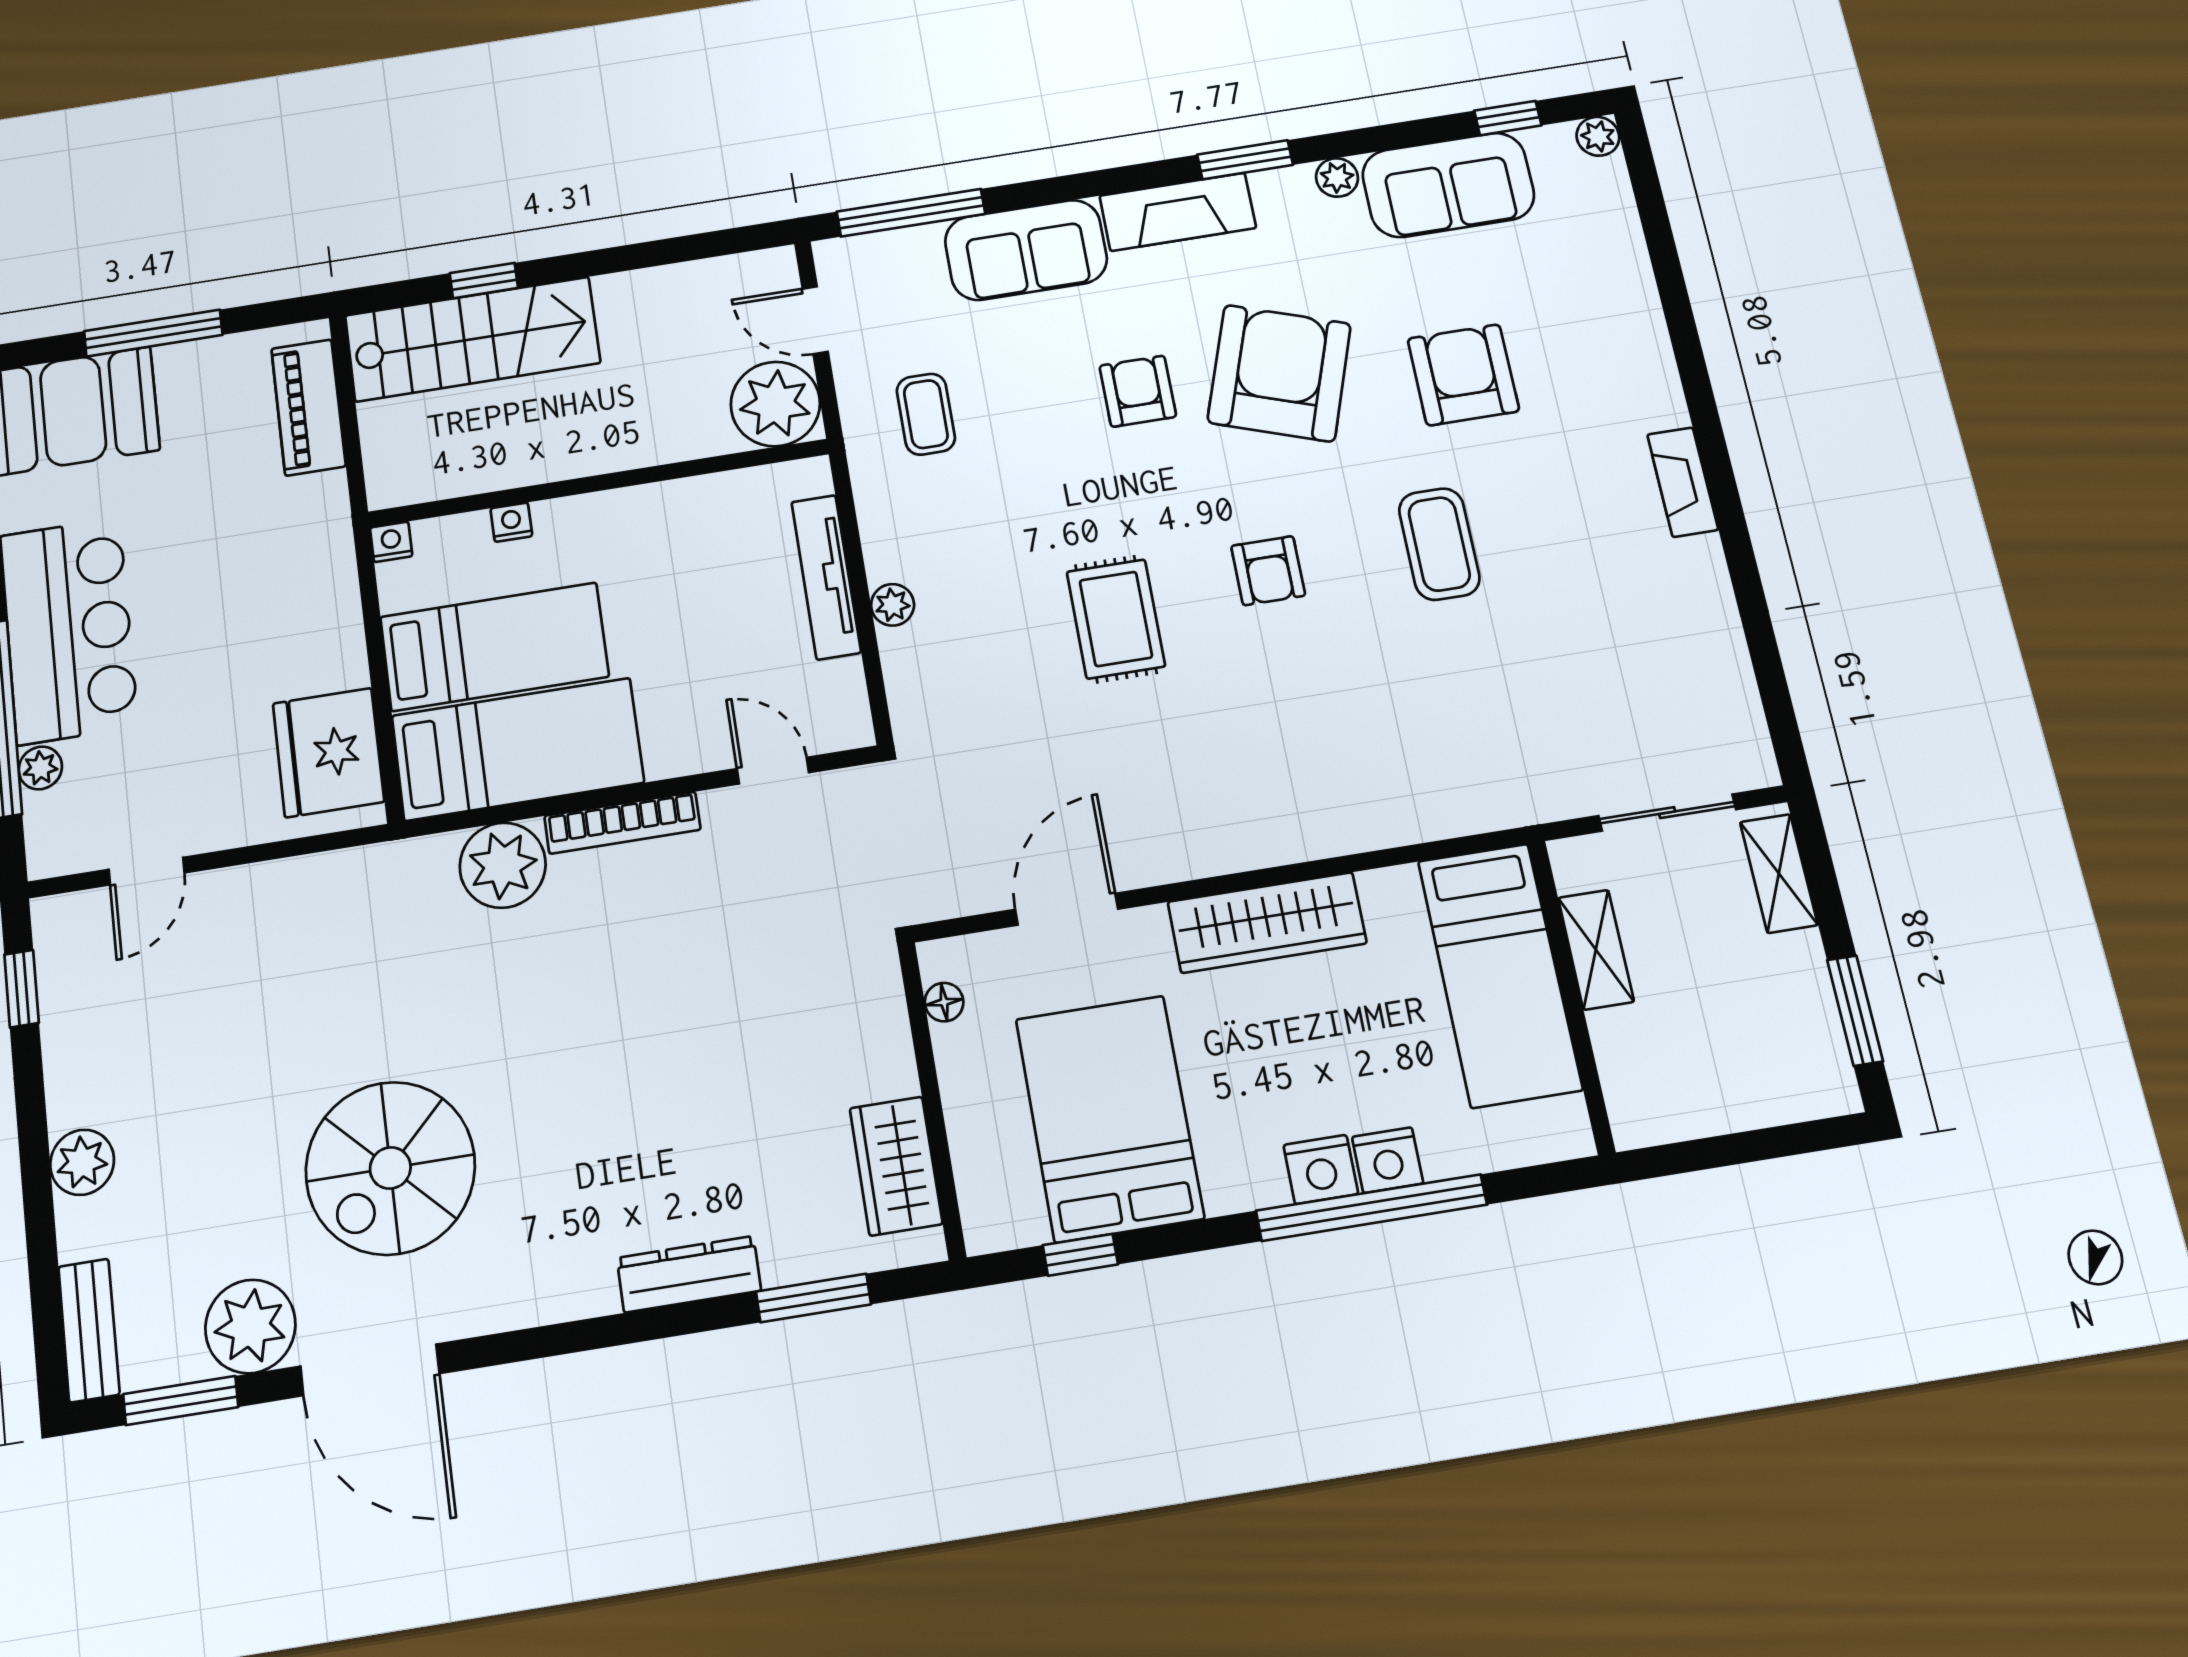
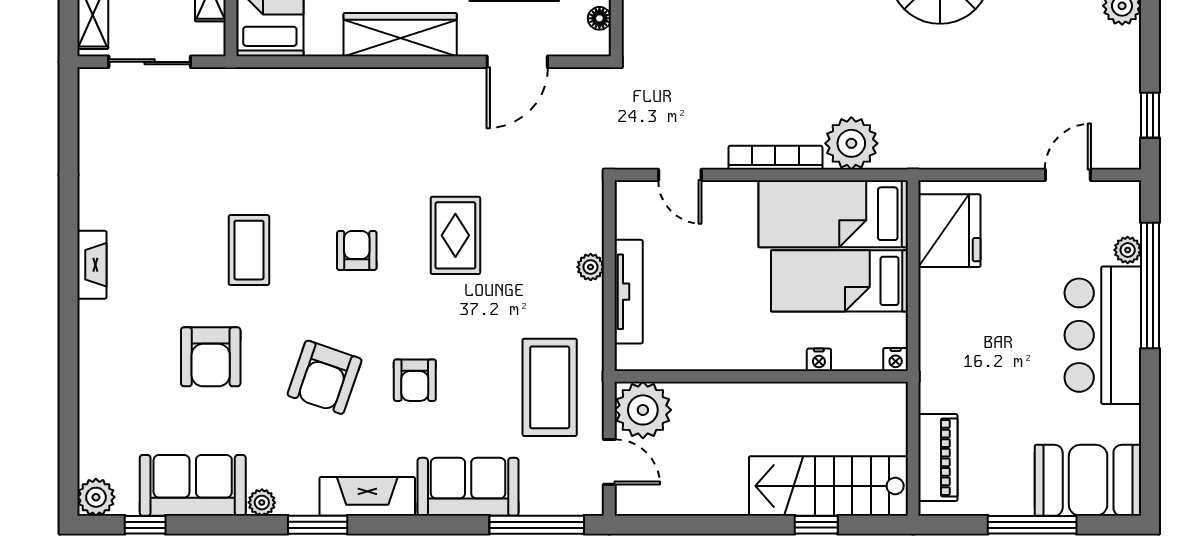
plant: (1598, 136) -> (96, 497), width x1.38, depth x1.38
armchair: (1279, 373) -> (325, 377), width x0.73, depth x0.73
coffee table: (926, 414) -> (550, 387), width x1.86, depth x1.72

